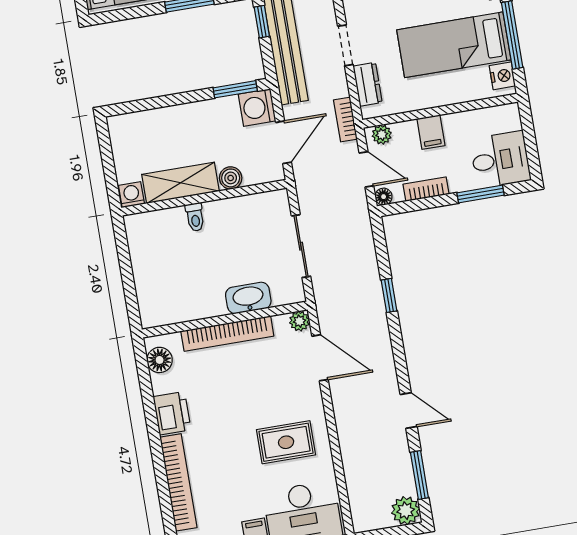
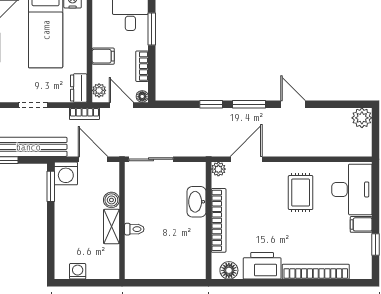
dresser: (368, 84) -> (79, 88), moved, turned -90
door: (366, 169) -> (121, 105), hinge flipped
shelving: (181, 183) -> (111, 226), width x0.67, depth x0.75
washing machine: (131, 195) -> (78, 271), moved, turned 90
sliding door: (301, 246) -> (151, 159), moved
door: (409, 411) -> (293, 104), hinge flipped
printer: (172, 413) -> (262, 266), width x1.37, depth x1.19
window: (419, 475) -> (249, 104), moved

